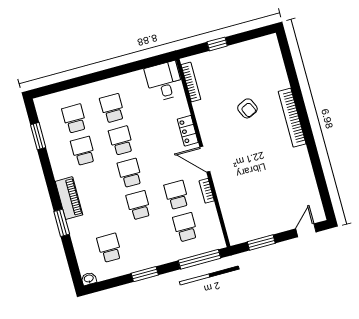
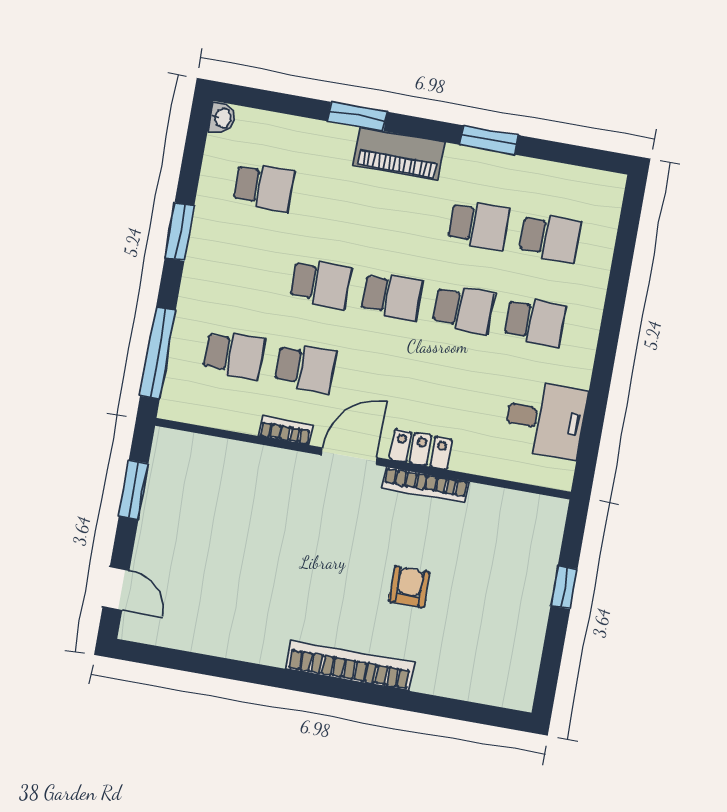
desk: (164, 81) -> (545, 419), moved
bookcase: (191, 82) -> (426, 485), moved
armchair: (247, 108) -> (409, 587), turned 115
window: (38, 136) -> (489, 140), moved

